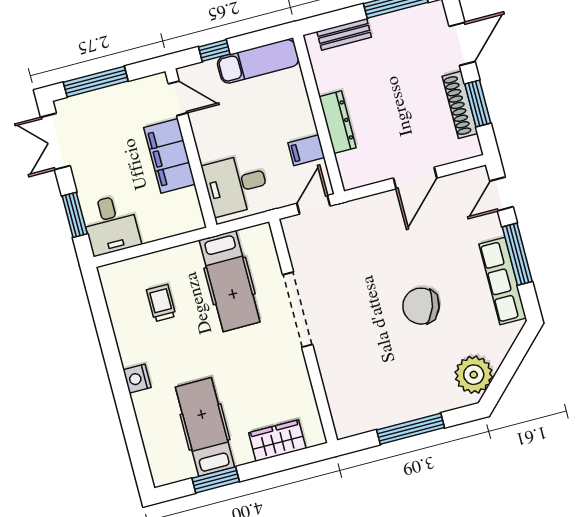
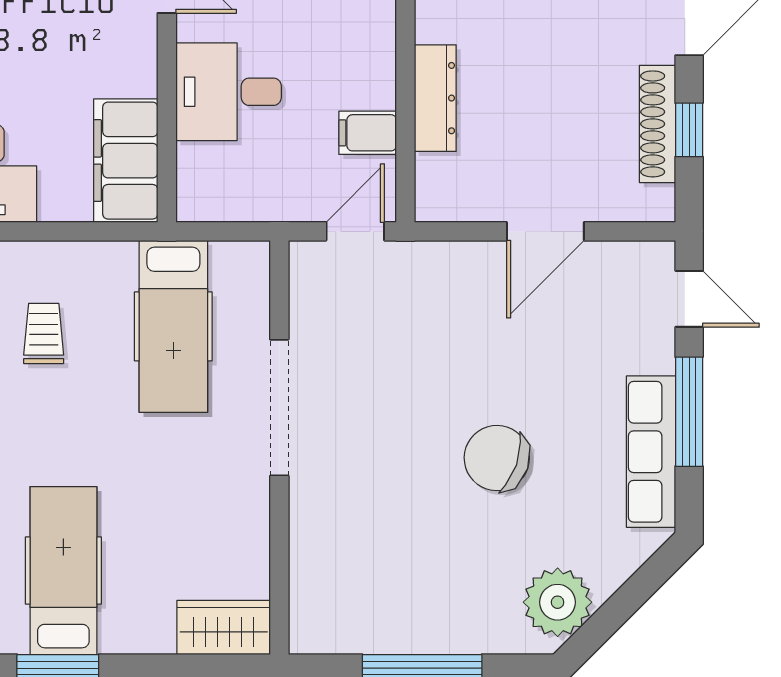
window: (478, 104) -> (689, 130), width x0.67
filing cabinet: (170, 156) -> (126, 161), moved
desk: (236, 185) -> (229, 92), moved
door: (501, 194) -> (689, 299), swing flipped
wardrobe: (277, 441) -> (224, 627), moved

